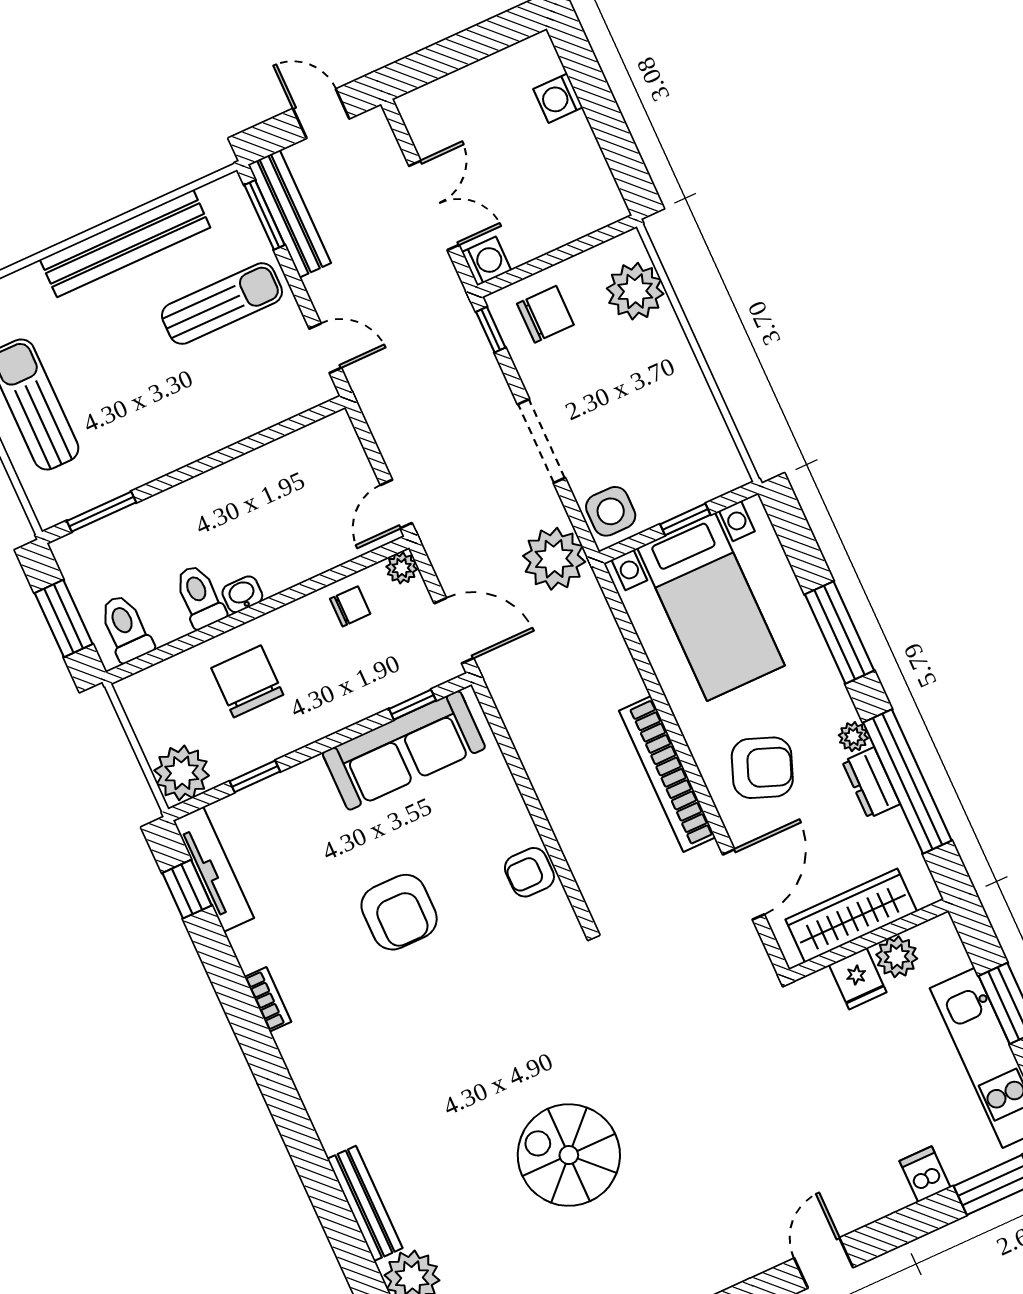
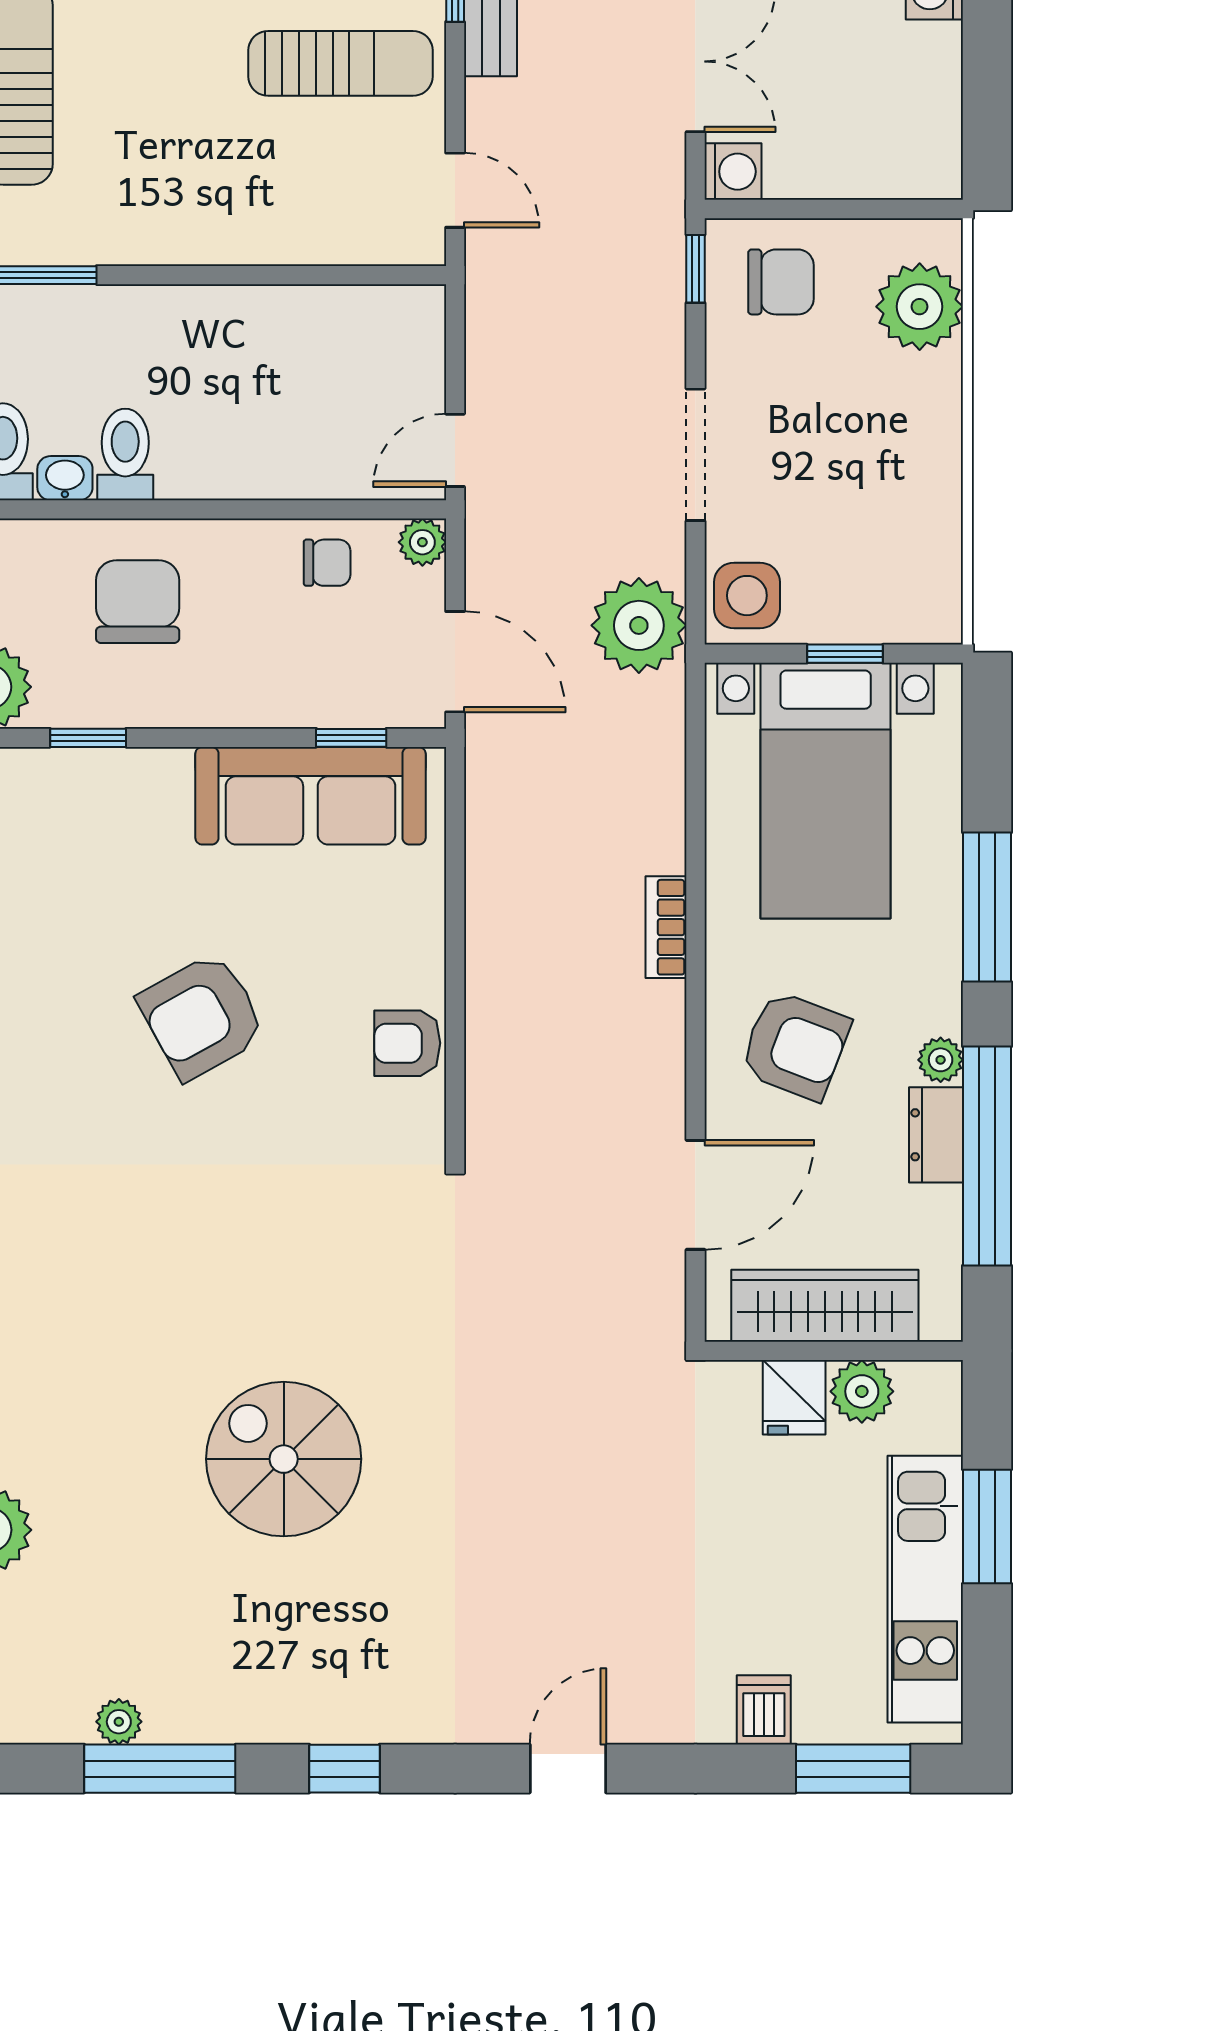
washbasin: (242, 594) -> (65, 478), moved
bookcase: (667, 774) -> (666, 927), width x0.43, depth x0.76
armchair: (399, 912) -> (202, 1016), turned 61

